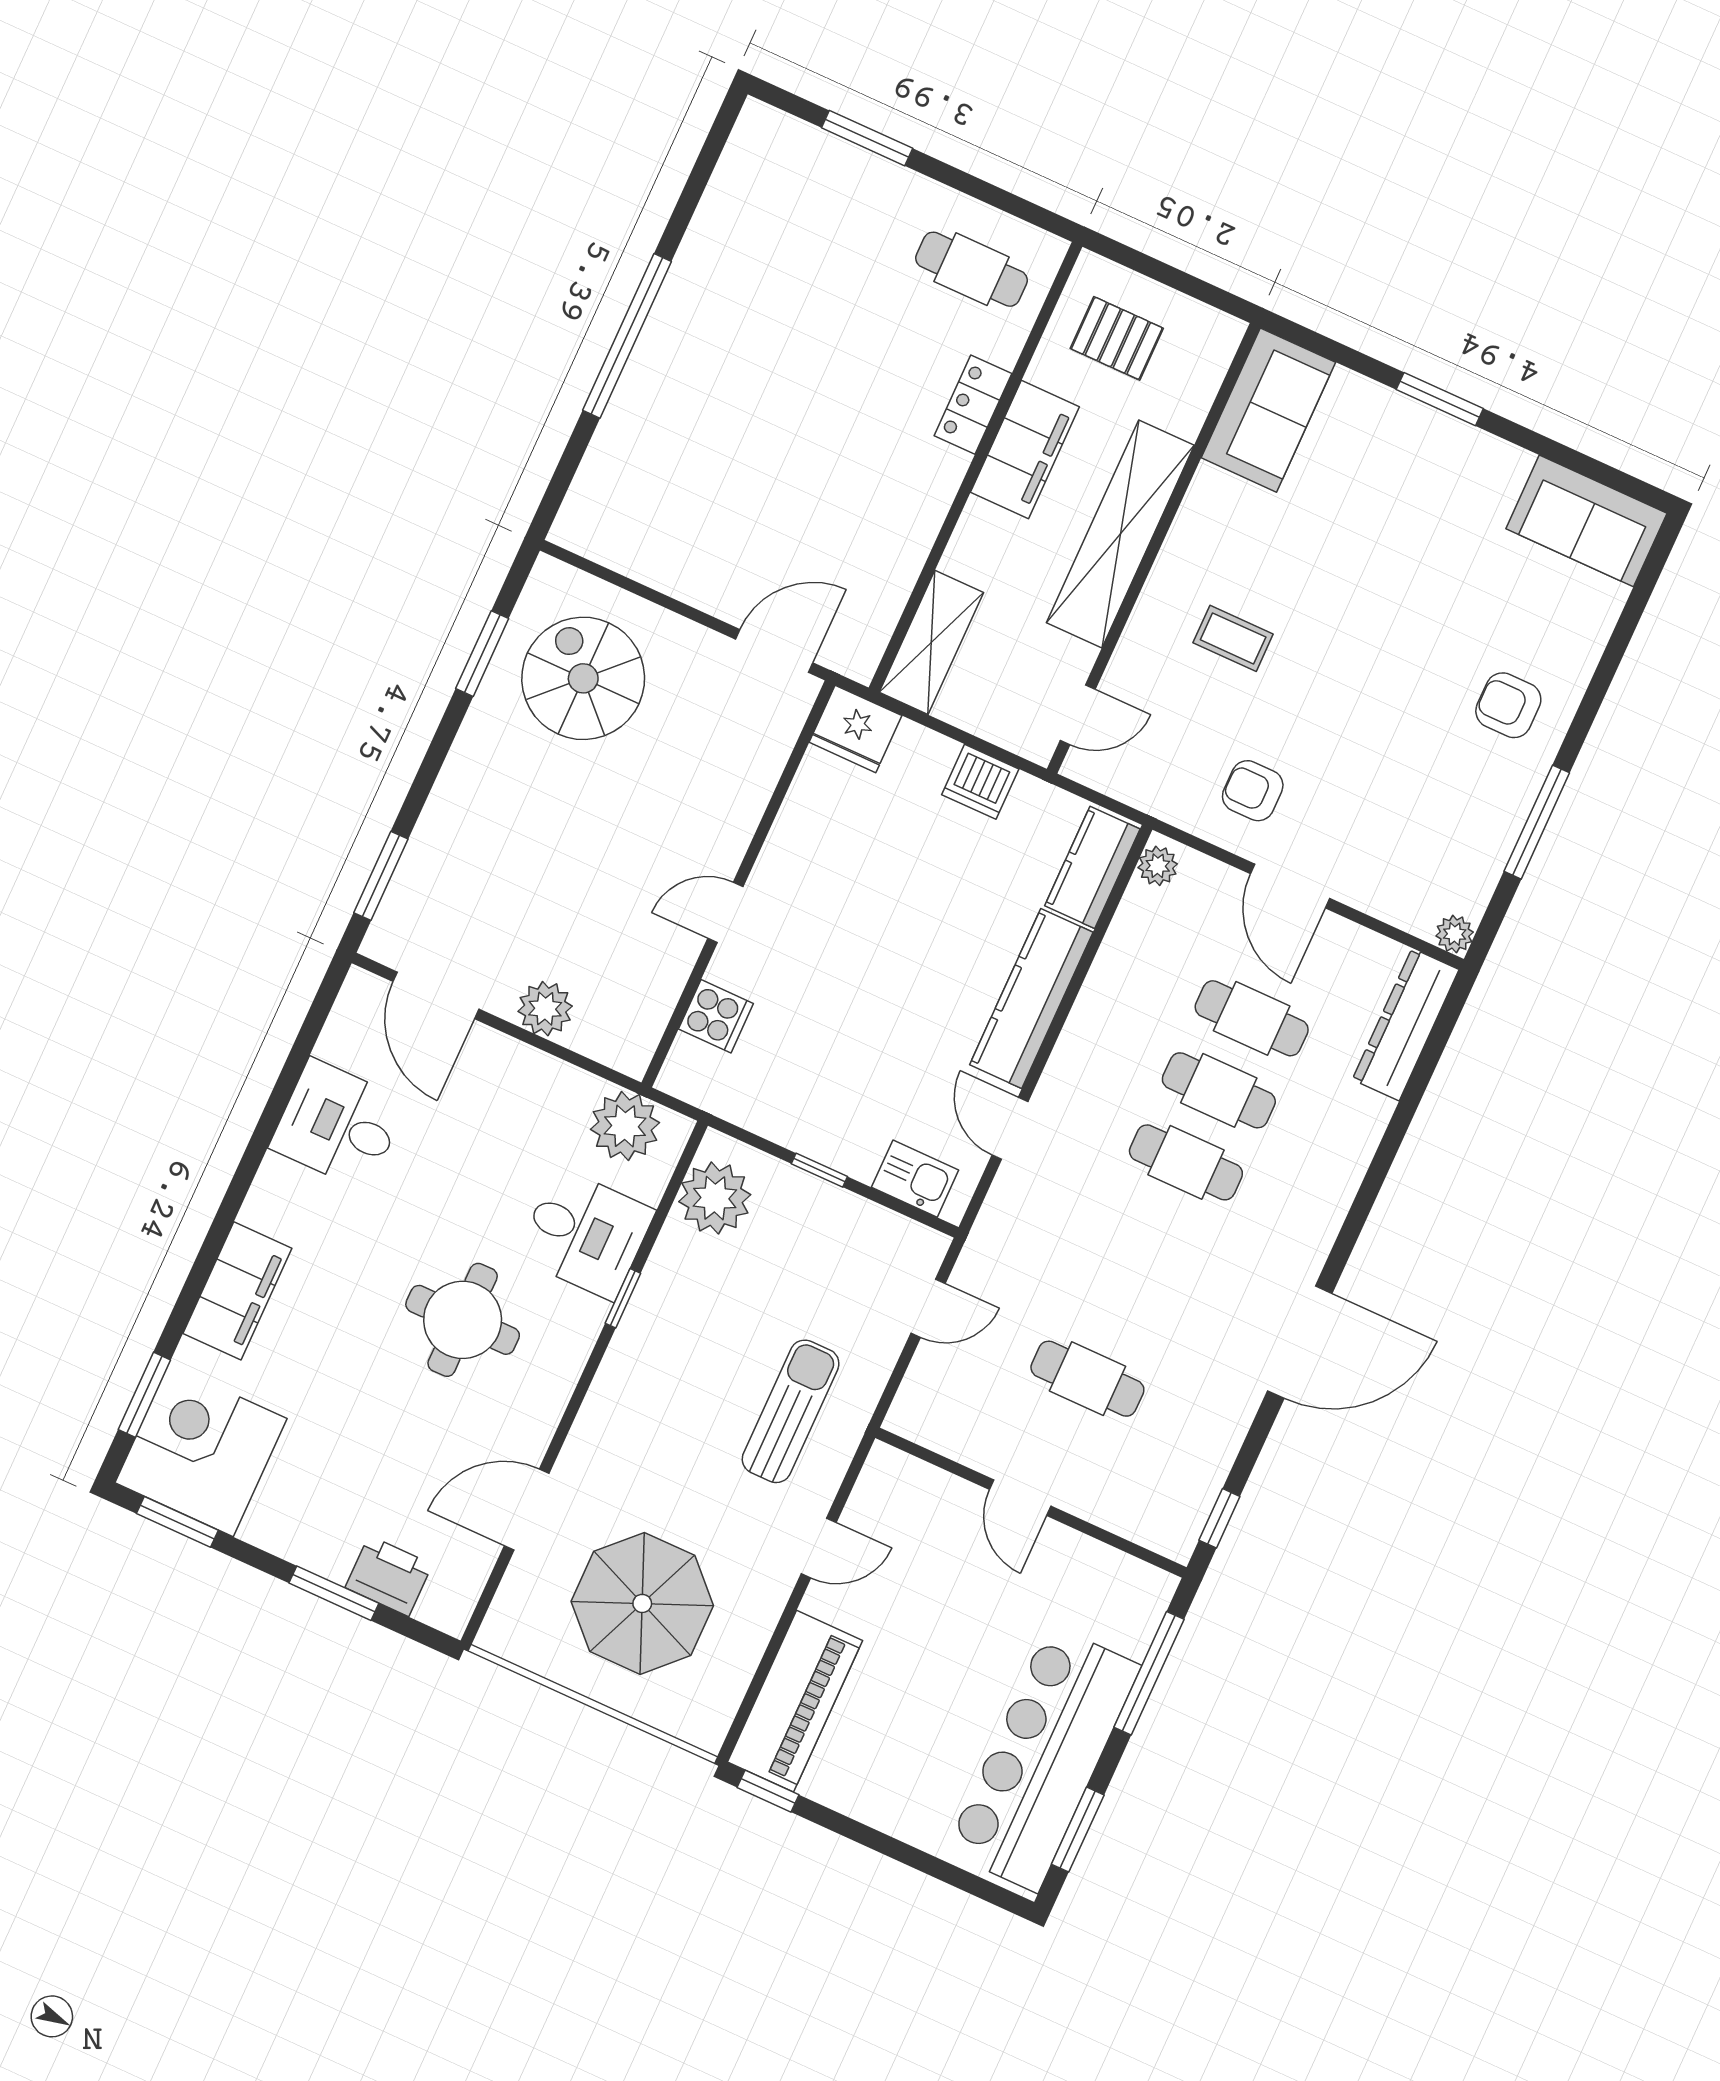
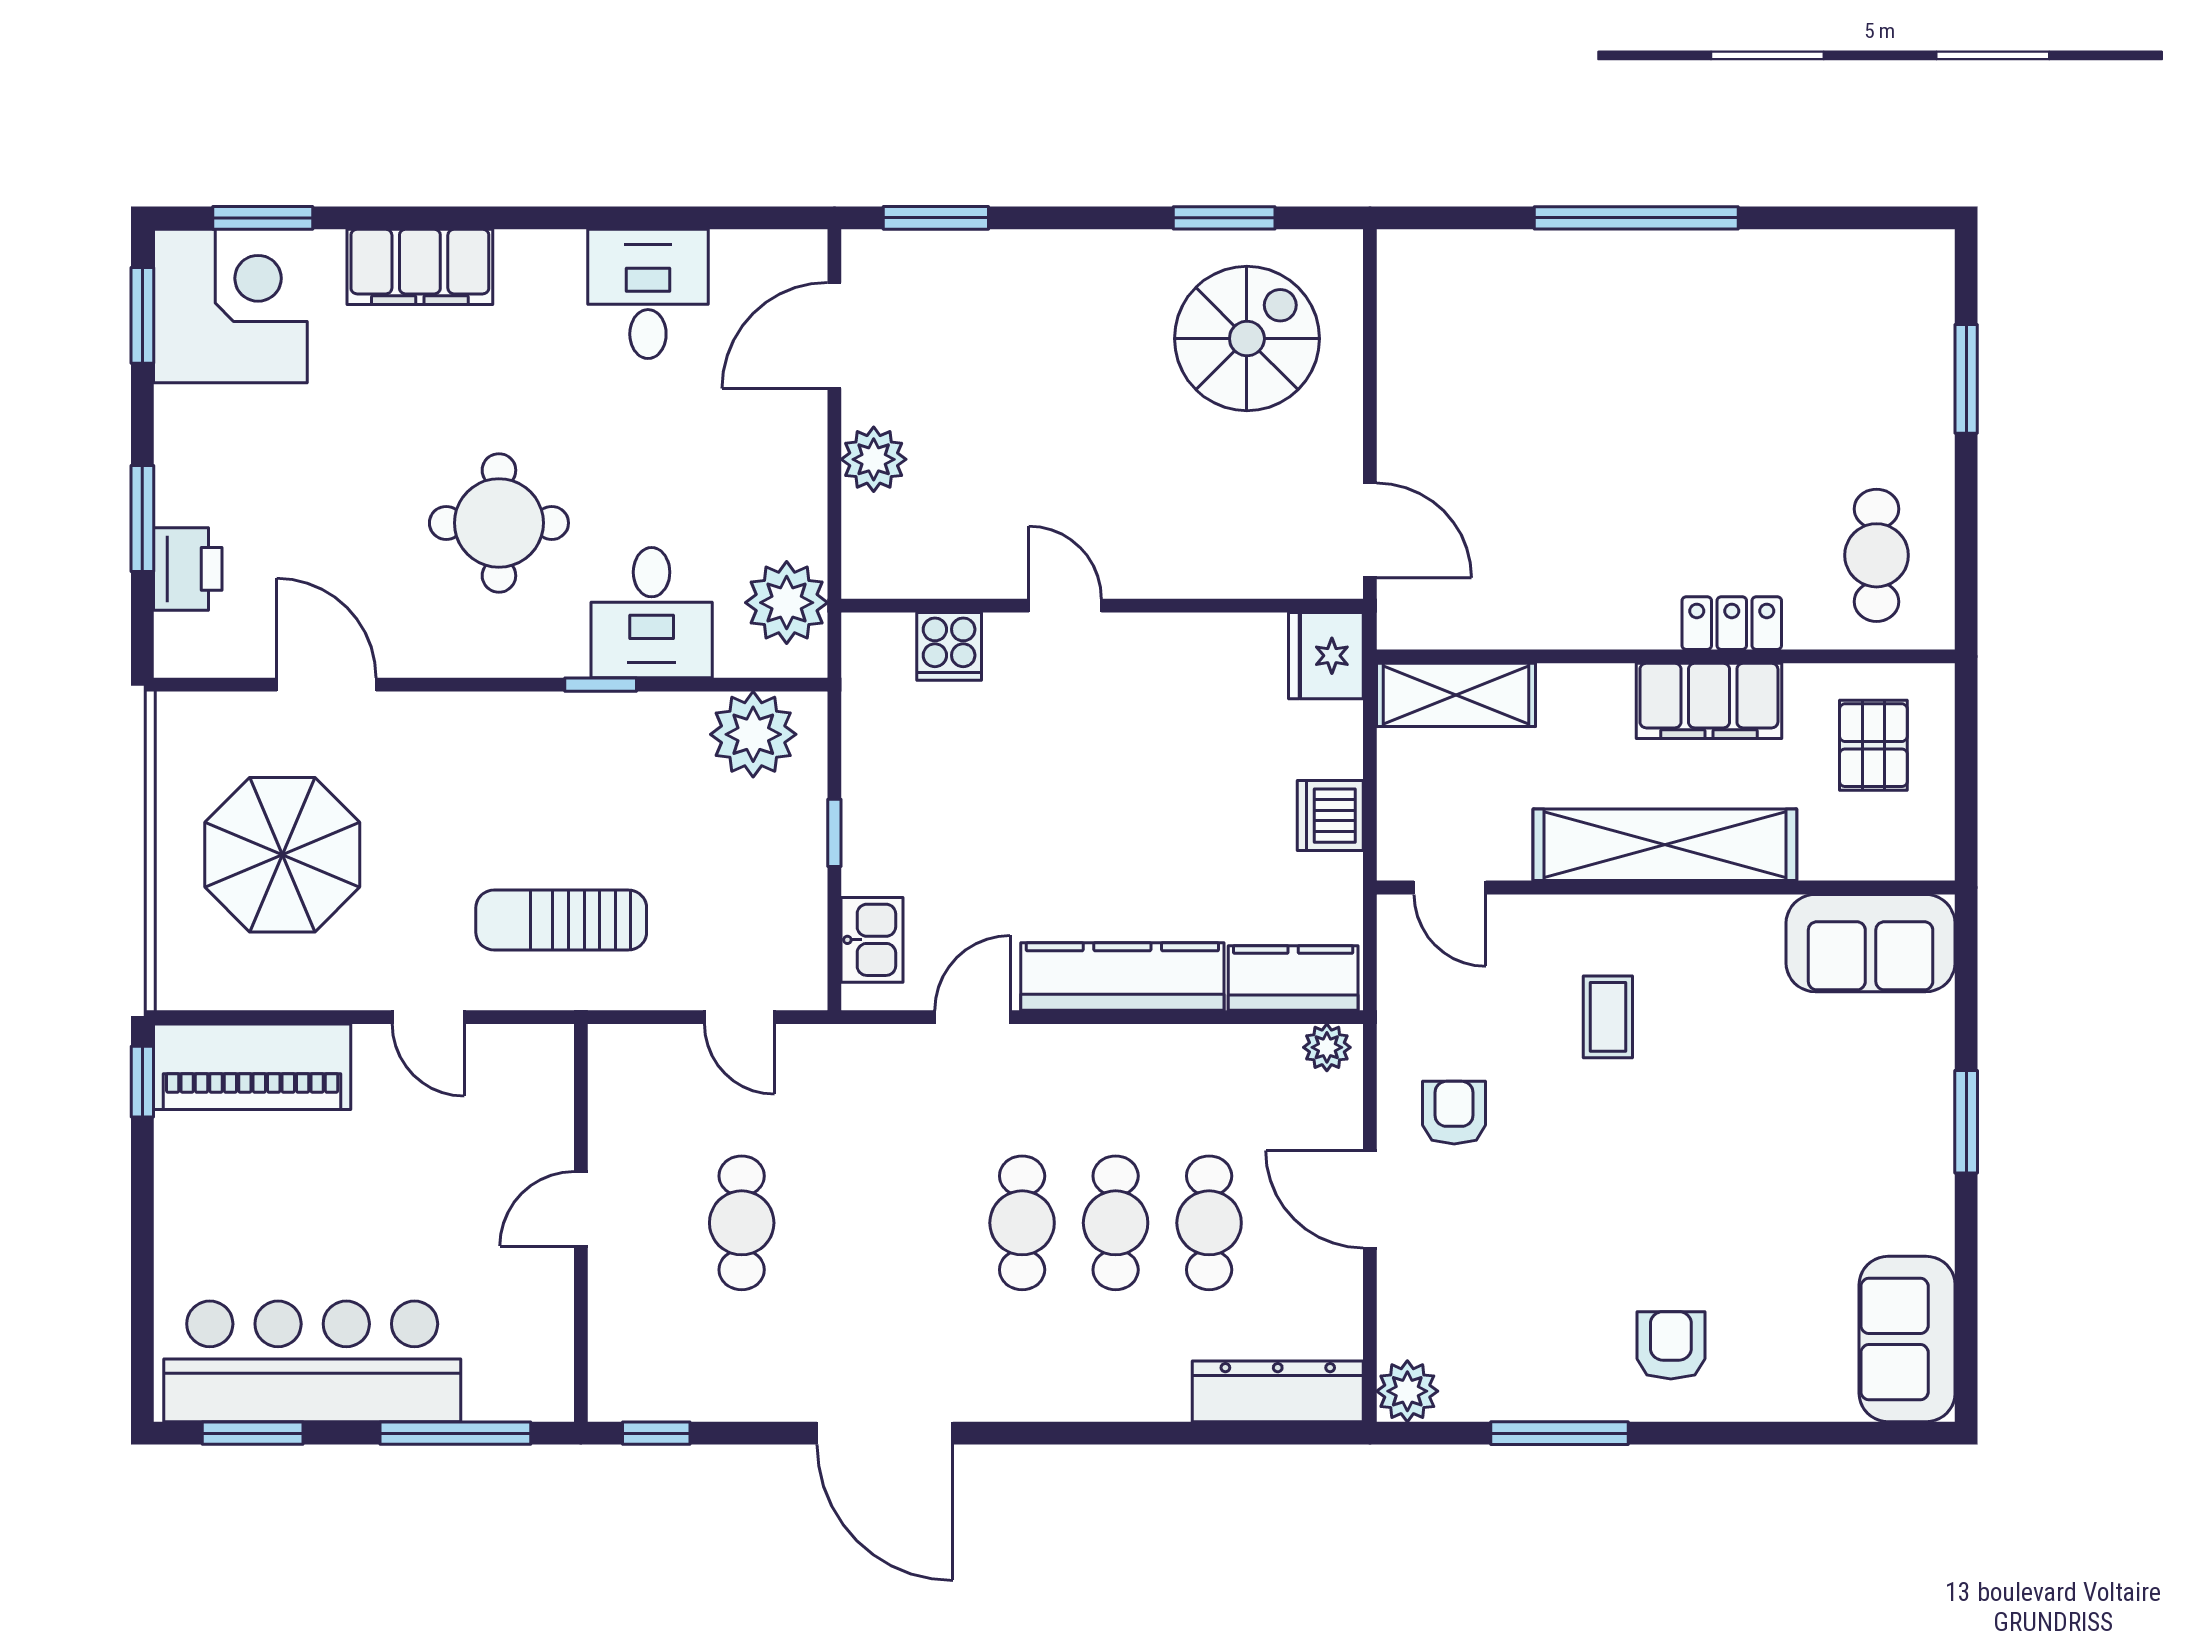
door: (1290, 886) -> (1370, 1199), hinge flipped
plant: (1455, 934) -> (1407, 1391), width x1.38, depth x1.38
sun lounger: (791, 1411) -> (561, 920), turned 180

